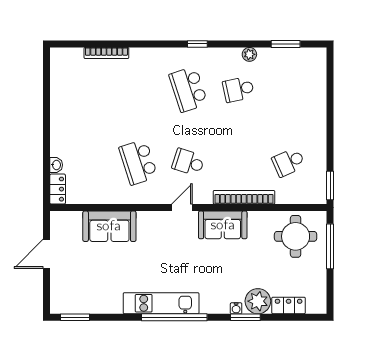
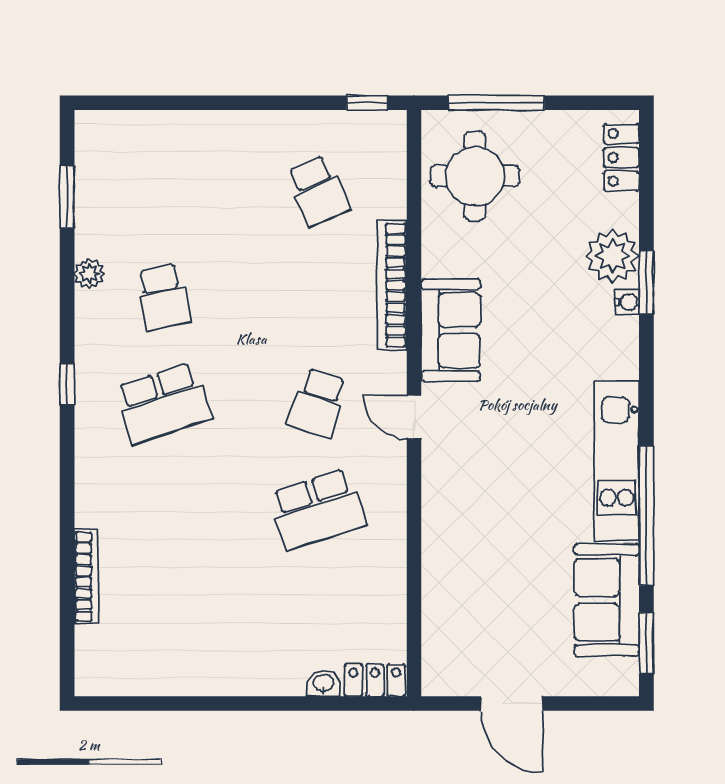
window: (330, 185) -> (367, 103), width x0.67
sofa: (109, 226) -> (607, 600), moved, turned 180
locker: (289, 305) -> (621, 158), moved
window: (174, 317) -> (646, 516), moved

